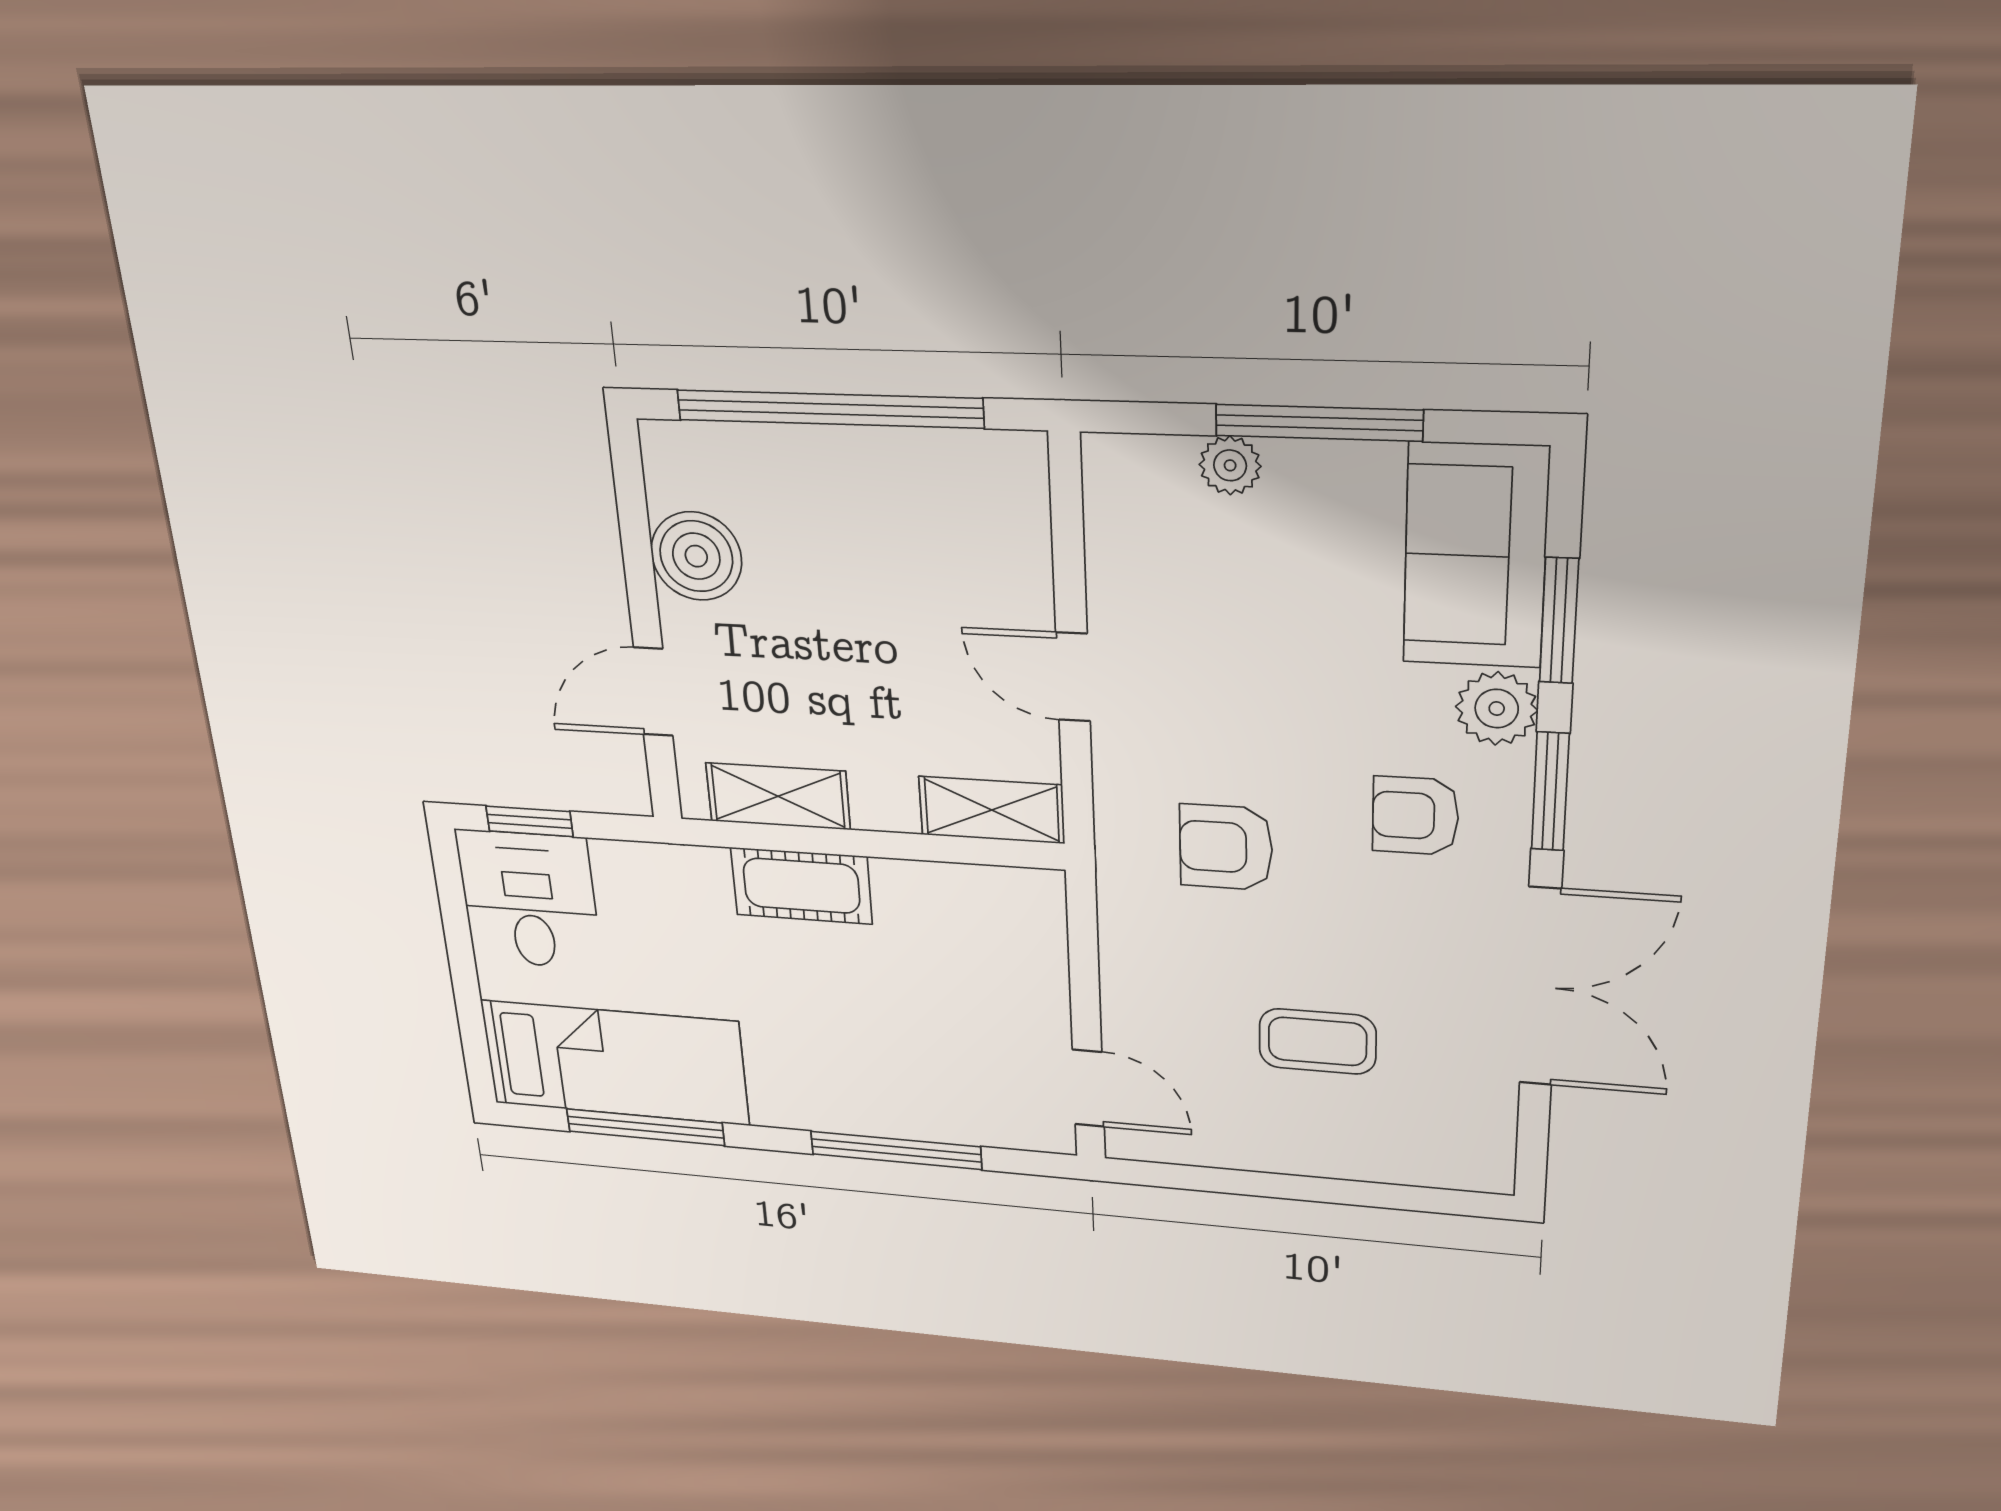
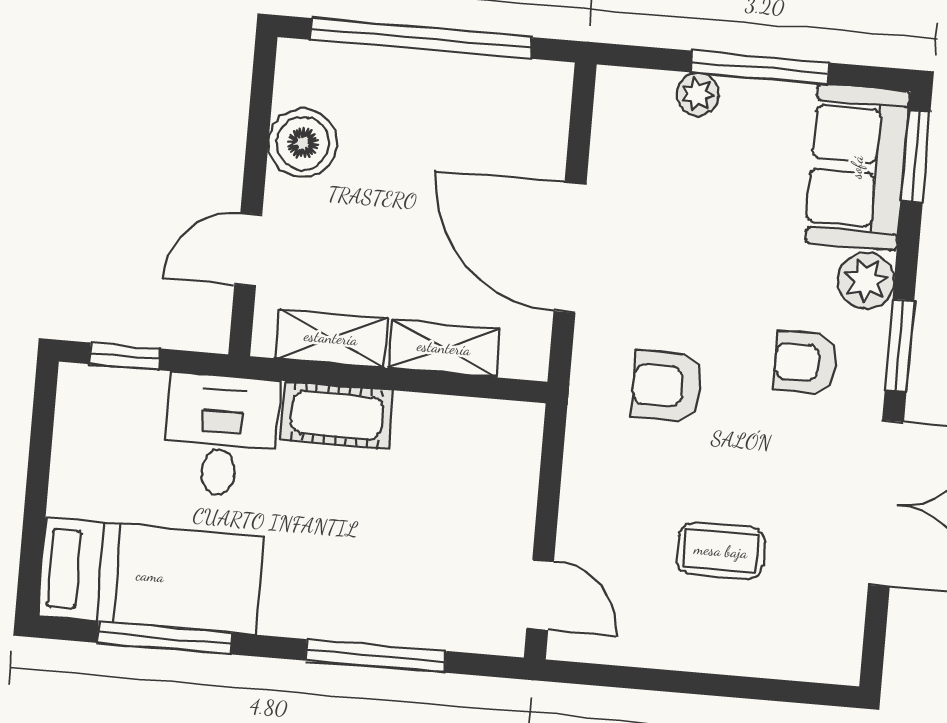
window: (1559, 621) -> (916, 156), moved
door: (1073, 677) -> (570, 247), width x1.87
shelving: (992, 810) -> (444, 348), moved
desk: (529, 900) -> (221, 435), moved

